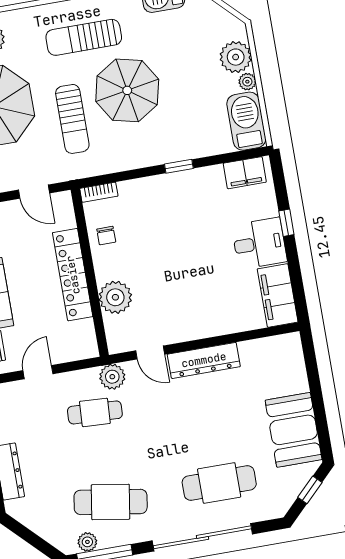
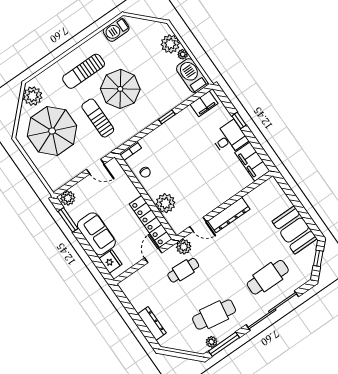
sun lounger: (72, 119) -> (98, 118), turned 180
locker: (73, 275) -> (151, 222), moved
door: (38, 372) -> (153, 255), moved

